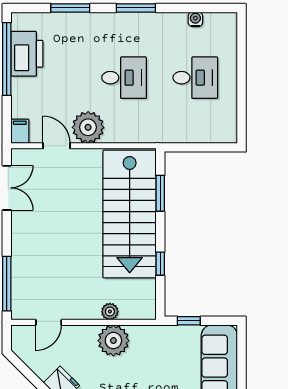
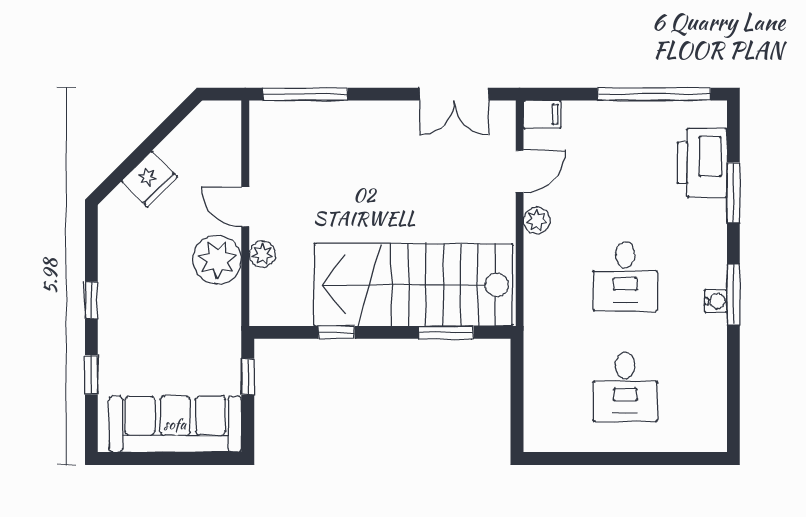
water cooler: (195, 19) -> (716, 301), moved
printer: (27, 54) -> (702, 163), moved, turned 90
plant: (88, 127) -> (537, 220), width x0.53, depth x0.53
door: (49, 322) -> (245, 207), moved

